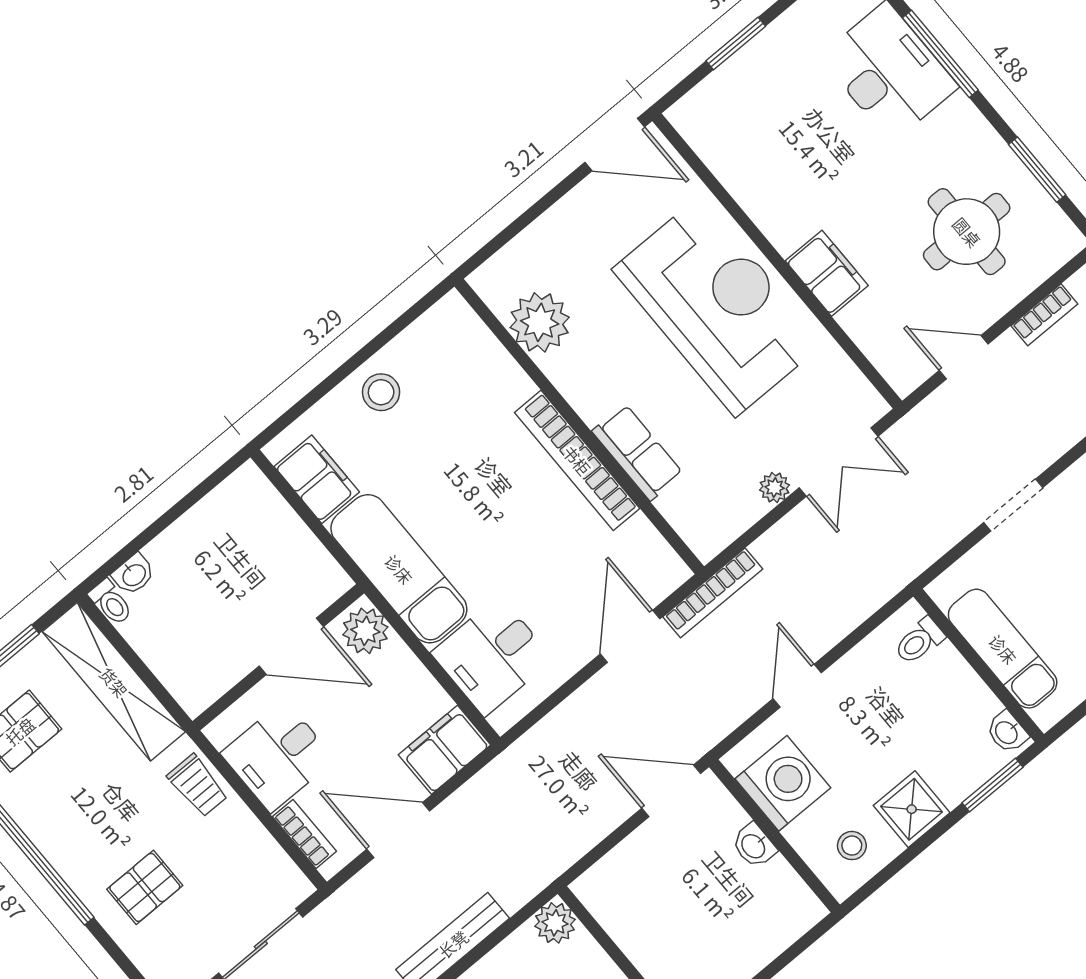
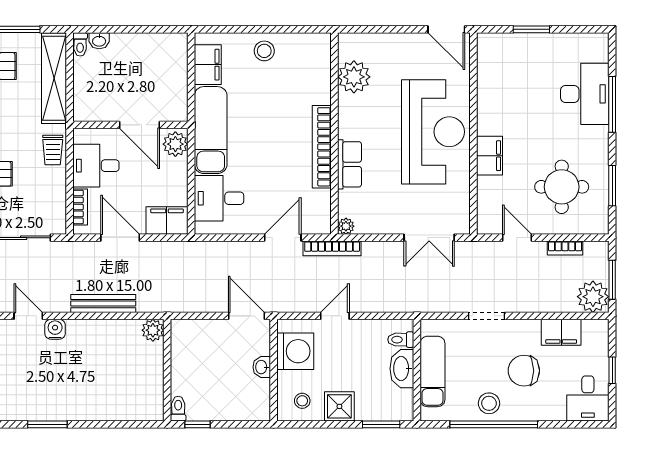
plant: (775, 488) -> (346, 226), moved
washbasin: (1007, 732) -> (402, 369), moved, width x1.91, depth x1.45

